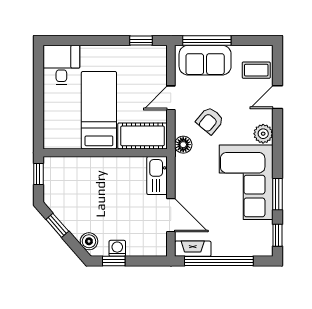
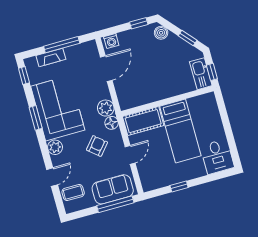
window: (141, 41) -> (179, 186), moved
plant: (185, 166) -> (106, 108), added
kitchen sink: (157, 176) -> (201, 74), moved, turned 180
window: (277, 194) -> (36, 118), moved
door: (171, 215) -> (106, 69), swing flipped
washing machine: (117, 248) -> (111, 41), moved
fireplace: (193, 249) -> (51, 57), moved
window: (219, 261) -> (62, 45), width x0.68

